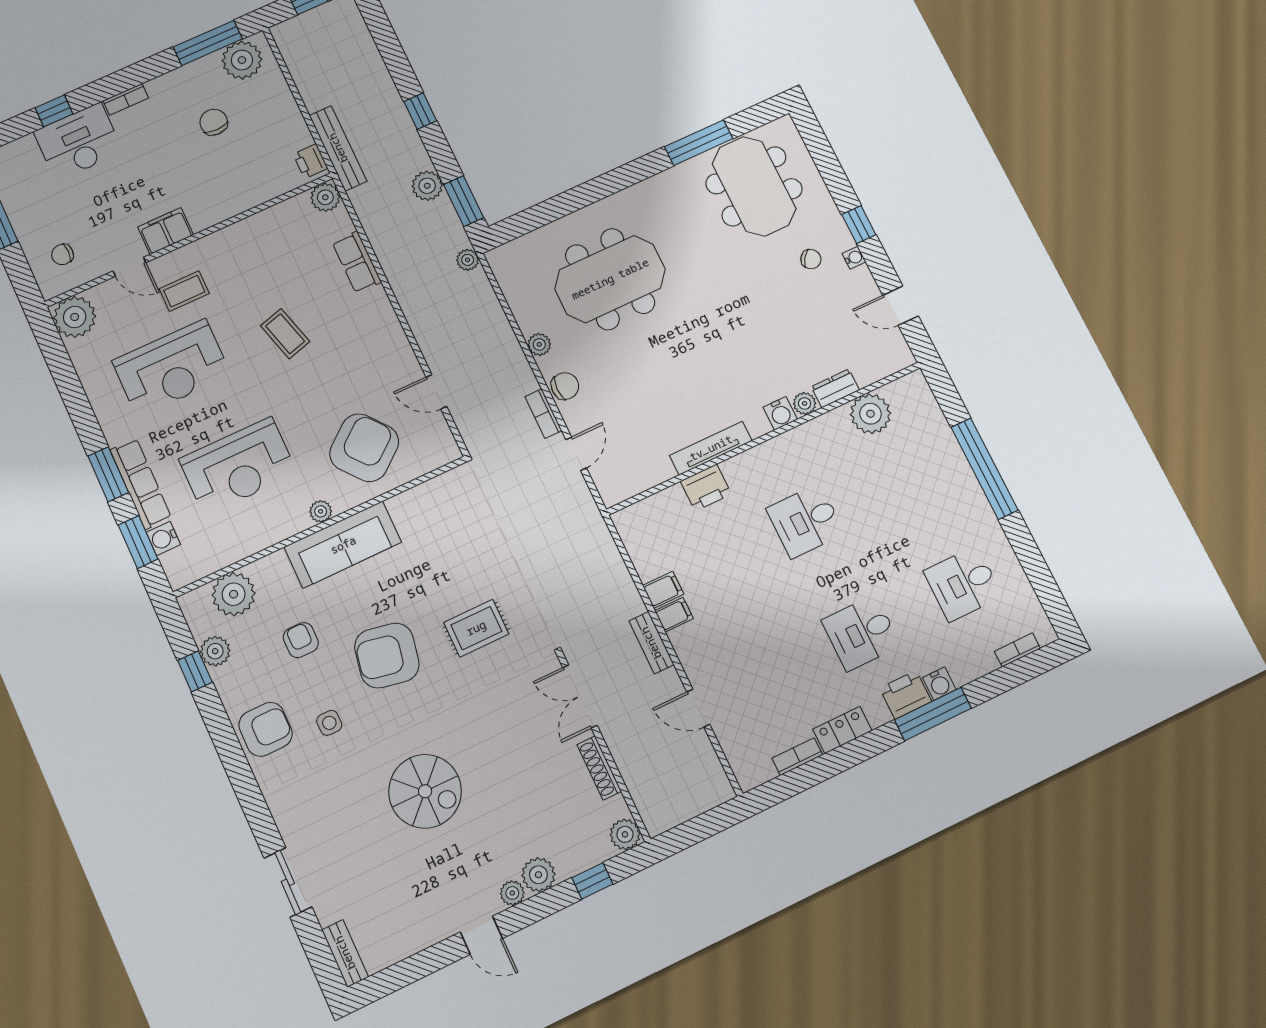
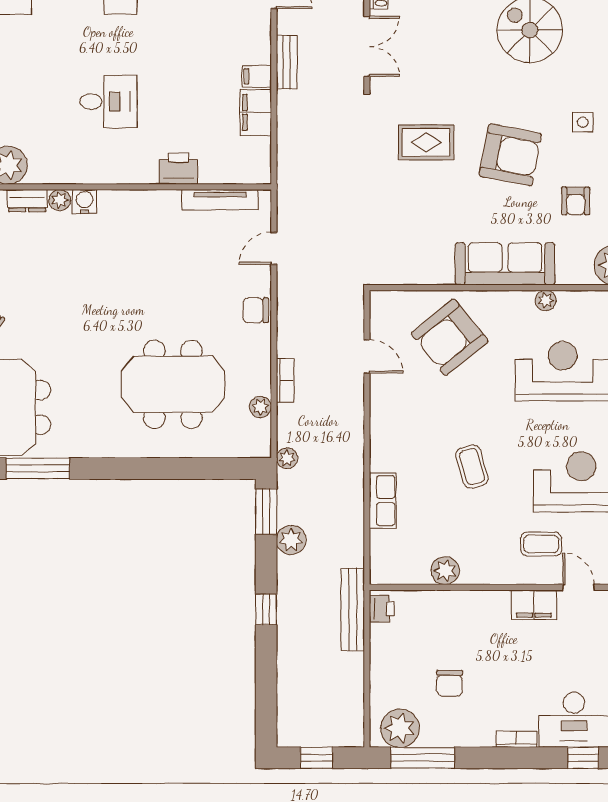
plant: (325, 197) -> (445, 571), moved
plant: (539, 344) -> (260, 407), moved
bookcase: (543, 414) -> (285, 380), moved
tv unit: (711, 448) -> (220, 200), moved
plant: (321, 511) -> (546, 300), moved
filing cabinet: (663, 590) -> (256, 112), width x2.00

